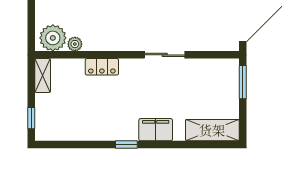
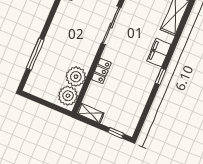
plant: (75, 44) -> (76, 77), width x1.87, depth x1.87
sliding door: (165, 55) -> (111, 25), width x1.37

